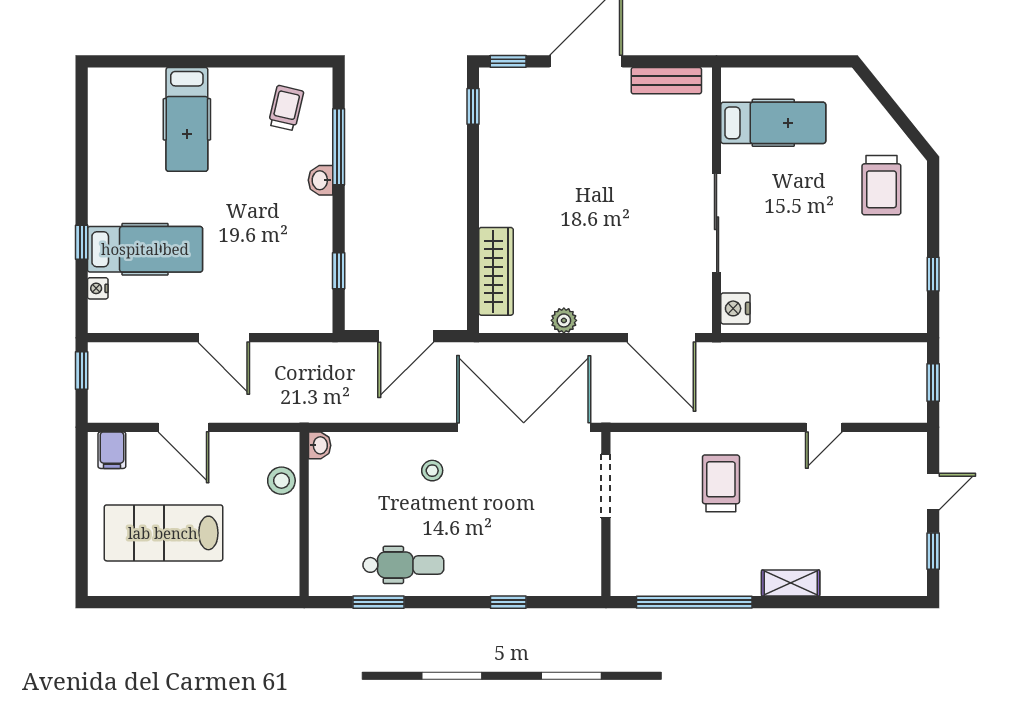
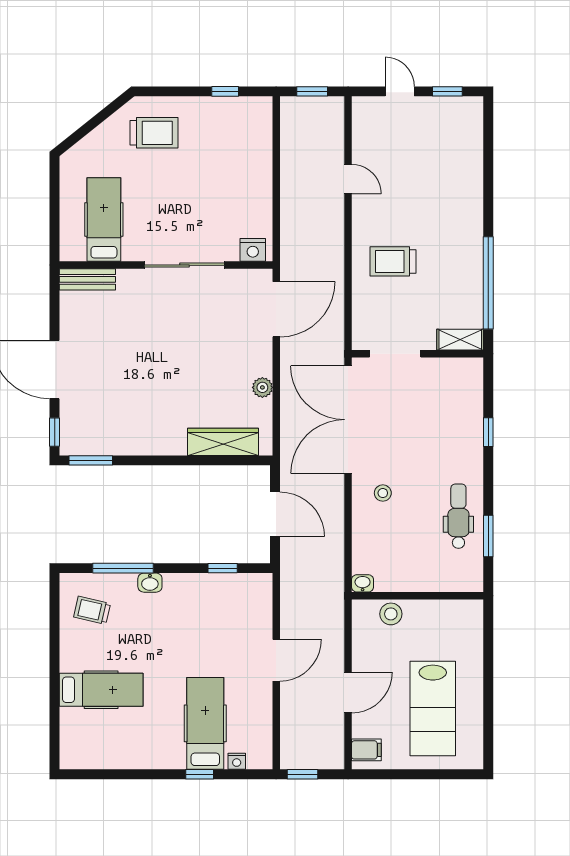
bench: (666, 81) -> (87, 279), moved, turned 90
window: (473, 106) -> (91, 460), width x1.50
shelving: (791, 583) -> (460, 340), moved, turned 90

